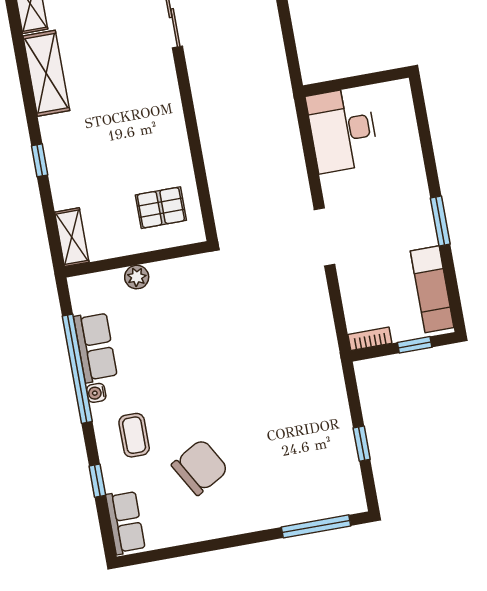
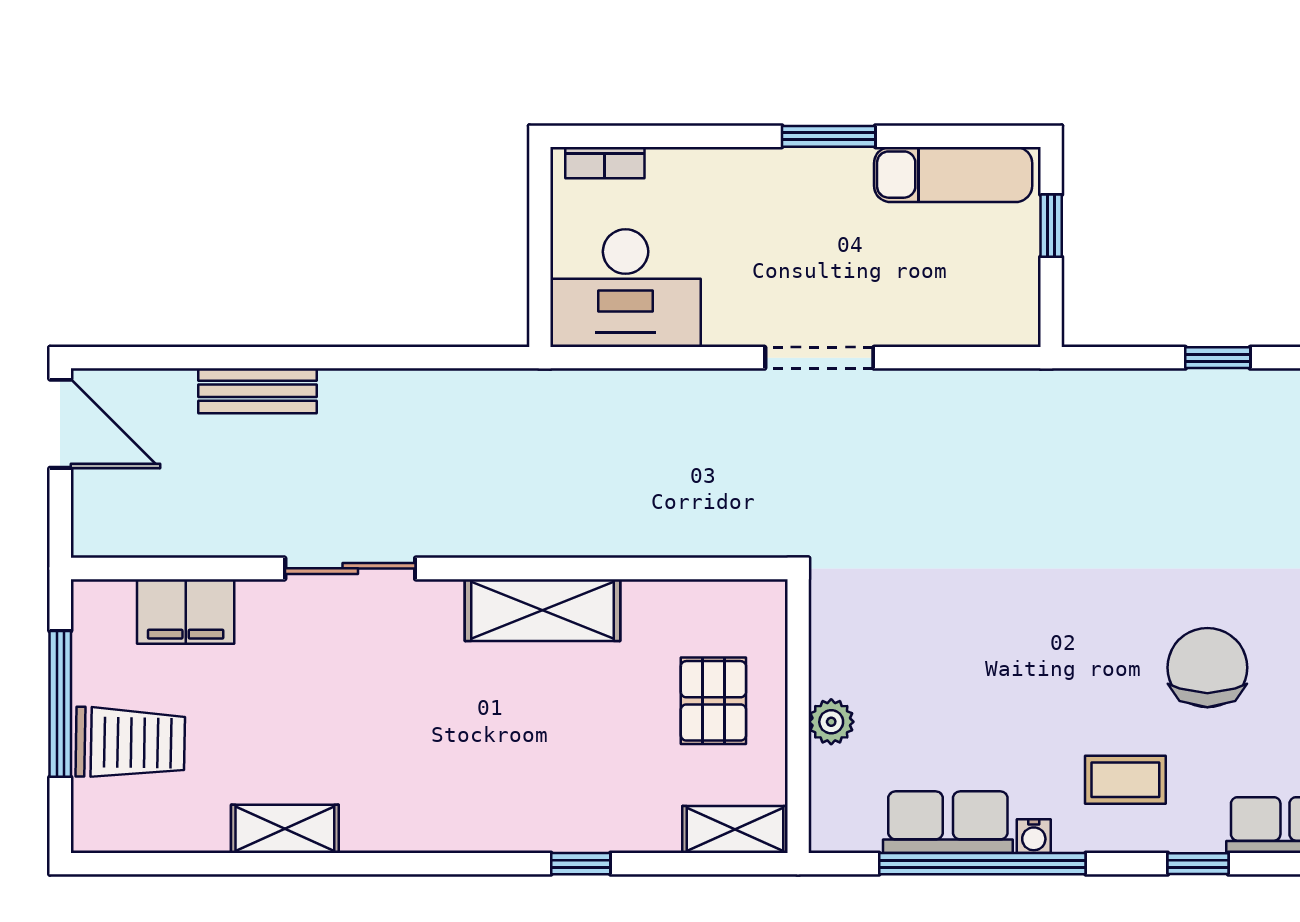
shelving: (46, 73) -> (543, 610), moved
pallet: (161, 208) -> (713, 701), moved
bookcase: (370, 339) -> (605, 163), moved, turned -90
chair: (200, 467) -> (1207, 668), turned 30

